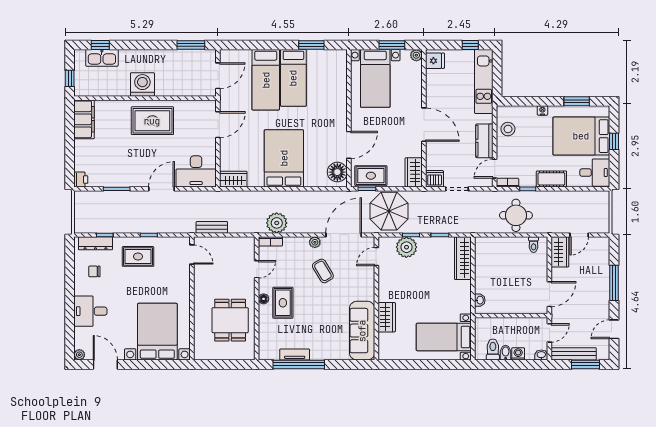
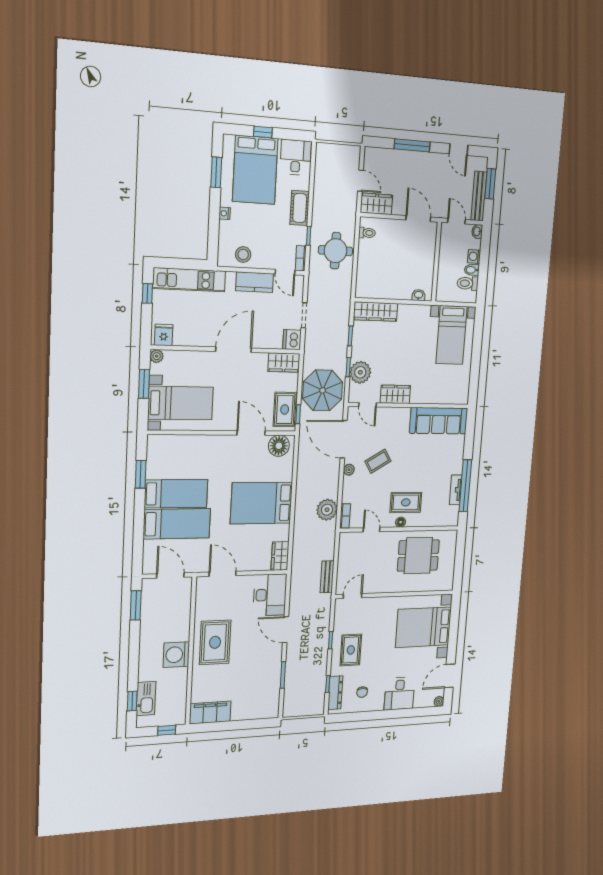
printer: (81, 180) -> (271, 712), removed
wardrobe: (387, 317) -> (395, 394), moved

